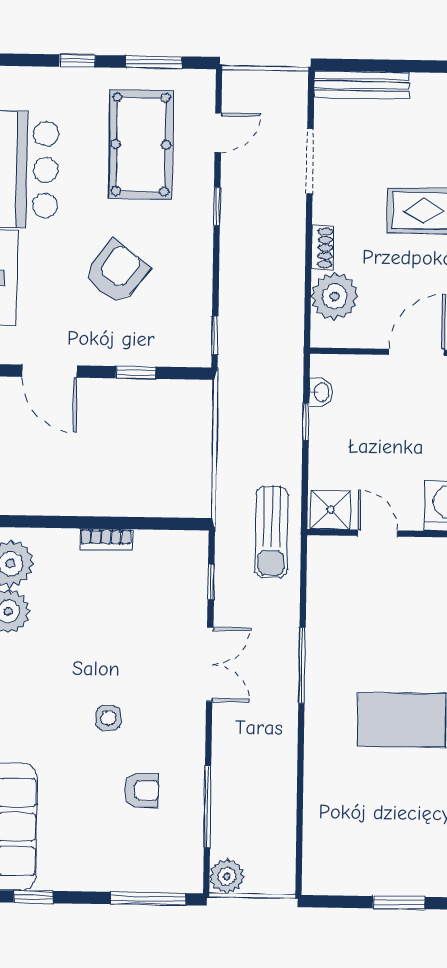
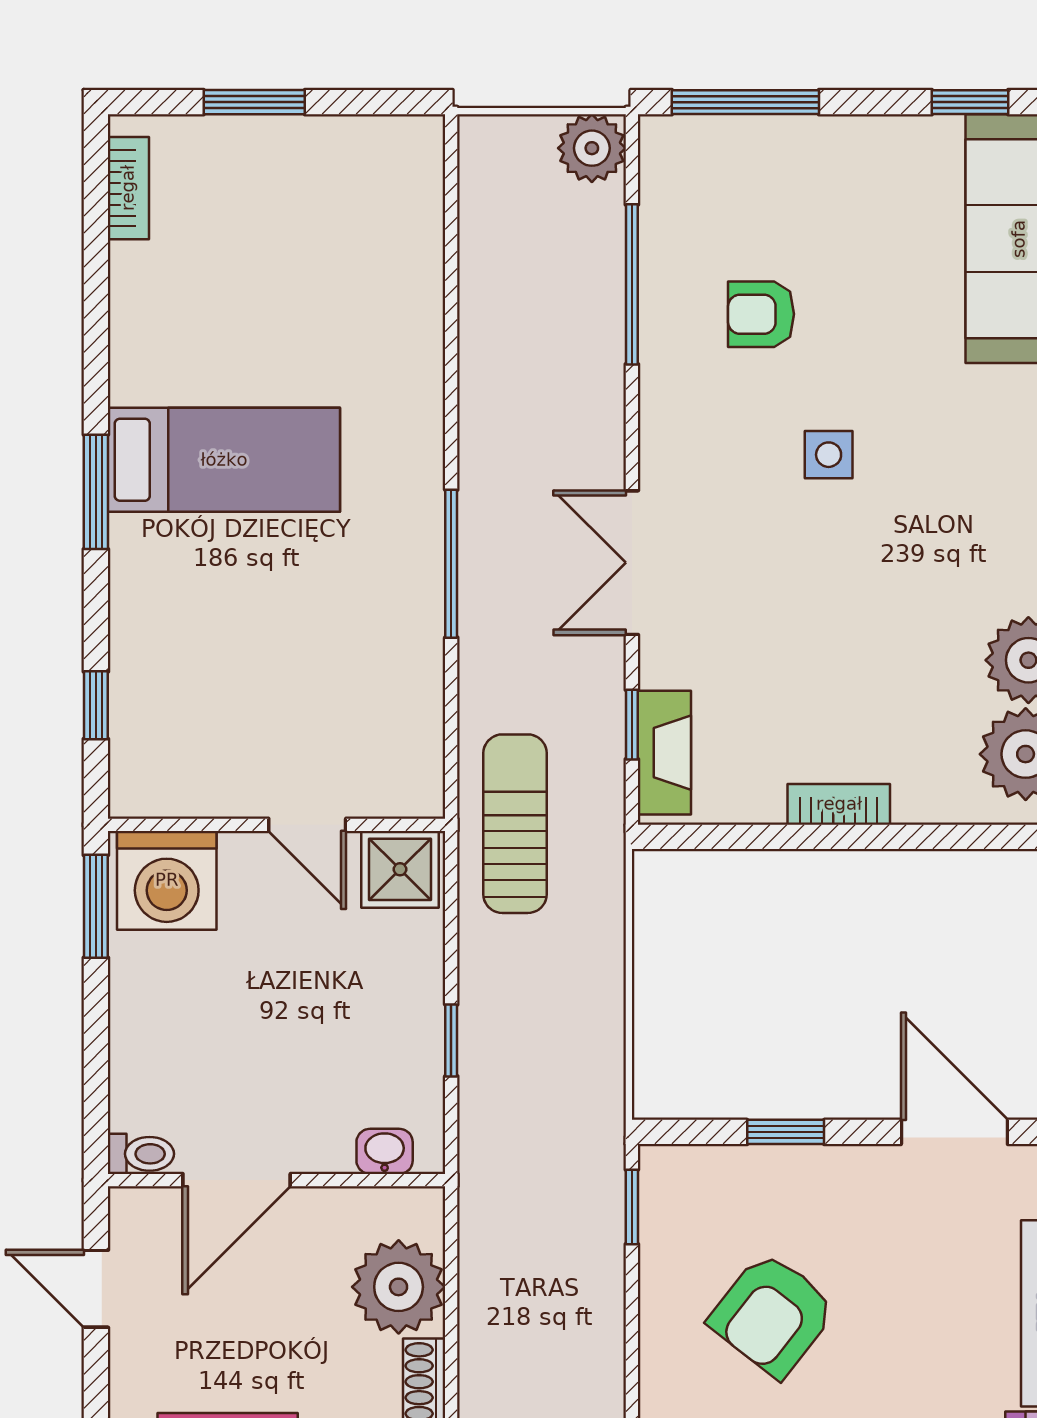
armchair: (116, 272) -> (773, 1315), moved
washbasin: (321, 392) -> (385, 1151), moved, turned 90
fireplace: (195, 567) -> (664, 753), added

